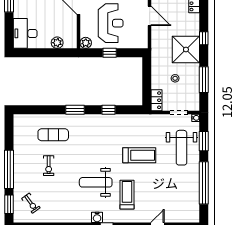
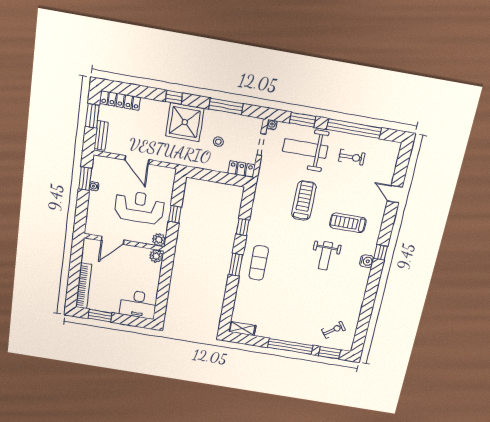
door: (149, 16) -> (137, 160), swing flipped
plant: (57, 43) -> (156, 256), moved
shelving: (18, 125) -> (242, 329), added
exercise mat: (53, 135) -> (259, 263), moved
weight bench: (182, 148) -> (305, 149), turned 180
exercise bike: (49, 166) -> (352, 157), moved
weight bench: (96, 182) -> (325, 256), width x0.73, depth x0.75

